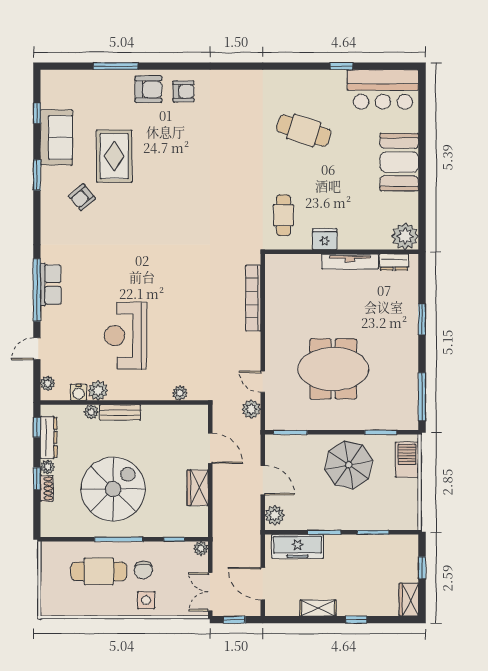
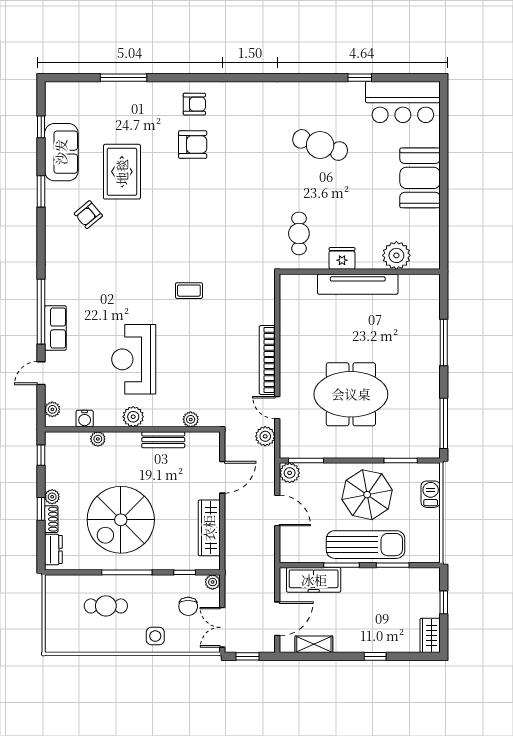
armchair: (148, 89) -> (193, 145), moved
plant: (405, 236) -> (396, 255), moved
tv unit: (350, 261) -> (358, 284), width x1.36, depth x1.29
dresser: (394, 262) -> (415, 282), removed
coffee table: (178, 270) -> (189, 291), added
row of seats: (51, 285) -> (55, 328), moved
bookcase: (253, 298) -> (267, 360), moved
window: (422, 320) -> (444, 343), width x1.44
plant: (98, 390) -> (133, 417), moved
bench: (120, 412) -> (163, 440), moved
dresser: (49, 437) -> (53, 550), moved, width x0.70
door: (210, 448) -> (222, 477), hinge flipped
barbecue: (407, 460) -> (431, 494), width x0.73, depth x0.79
wardrobe: (198, 488) -> (209, 528), width x1.50
spiral stairs: (113, 489) -> (121, 520), turned 180
sun lounger: (347, 513) -> (366, 545), added
plant: (275, 515) -> (290, 473), moved
chair: (143, 570) -> (188, 606), moved
cafe table: (99, 571) -> (106, 606), width x0.73, depth x0.74
door: (263, 584) -> (277, 619), swing flipped
shelving: (318, 608) -> (314, 644), moved

